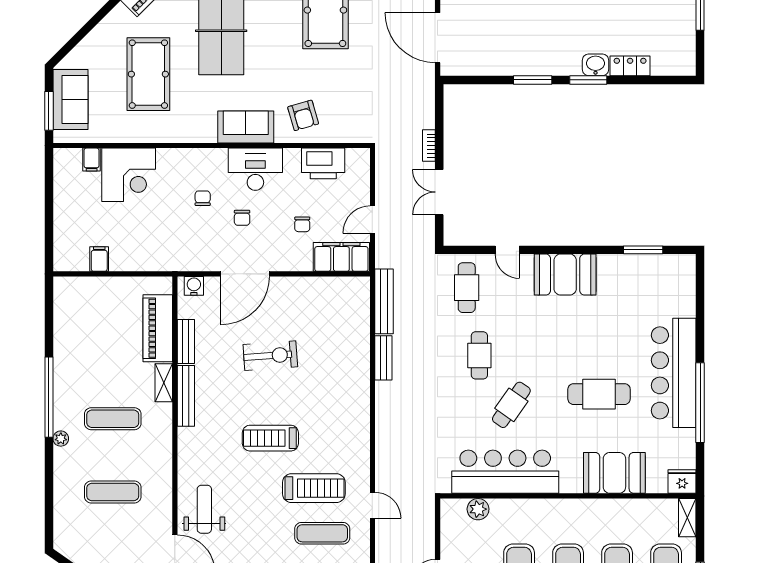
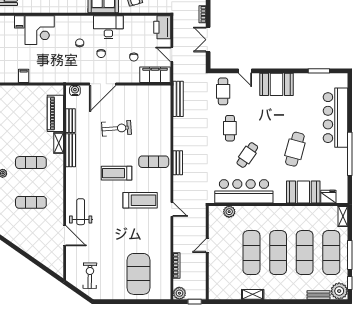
printer: (323, 163) -> (162, 27), moved, turned 90
door: (372, 220) -> (172, 54), hinge flipped
bench: (383, 358) -> (178, 163), moved
bar counter: (674, 373) -> (335, 118), moved
cafe table: (599, 394) -> (295, 149), turned -75
fridge: (682, 482) -> (328, 197), moved
exercise mat: (322, 533) -> (154, 162), moved

